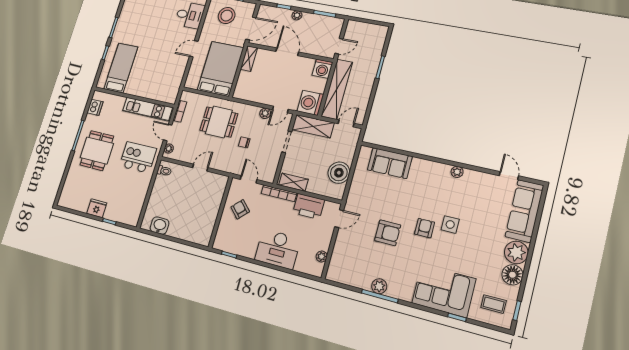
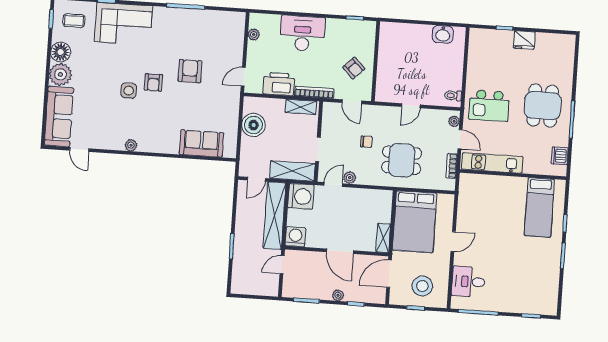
armchair: (388, 233) -> (190, 71), turned 90
plant: (379, 286) -> (188, 16), removed

